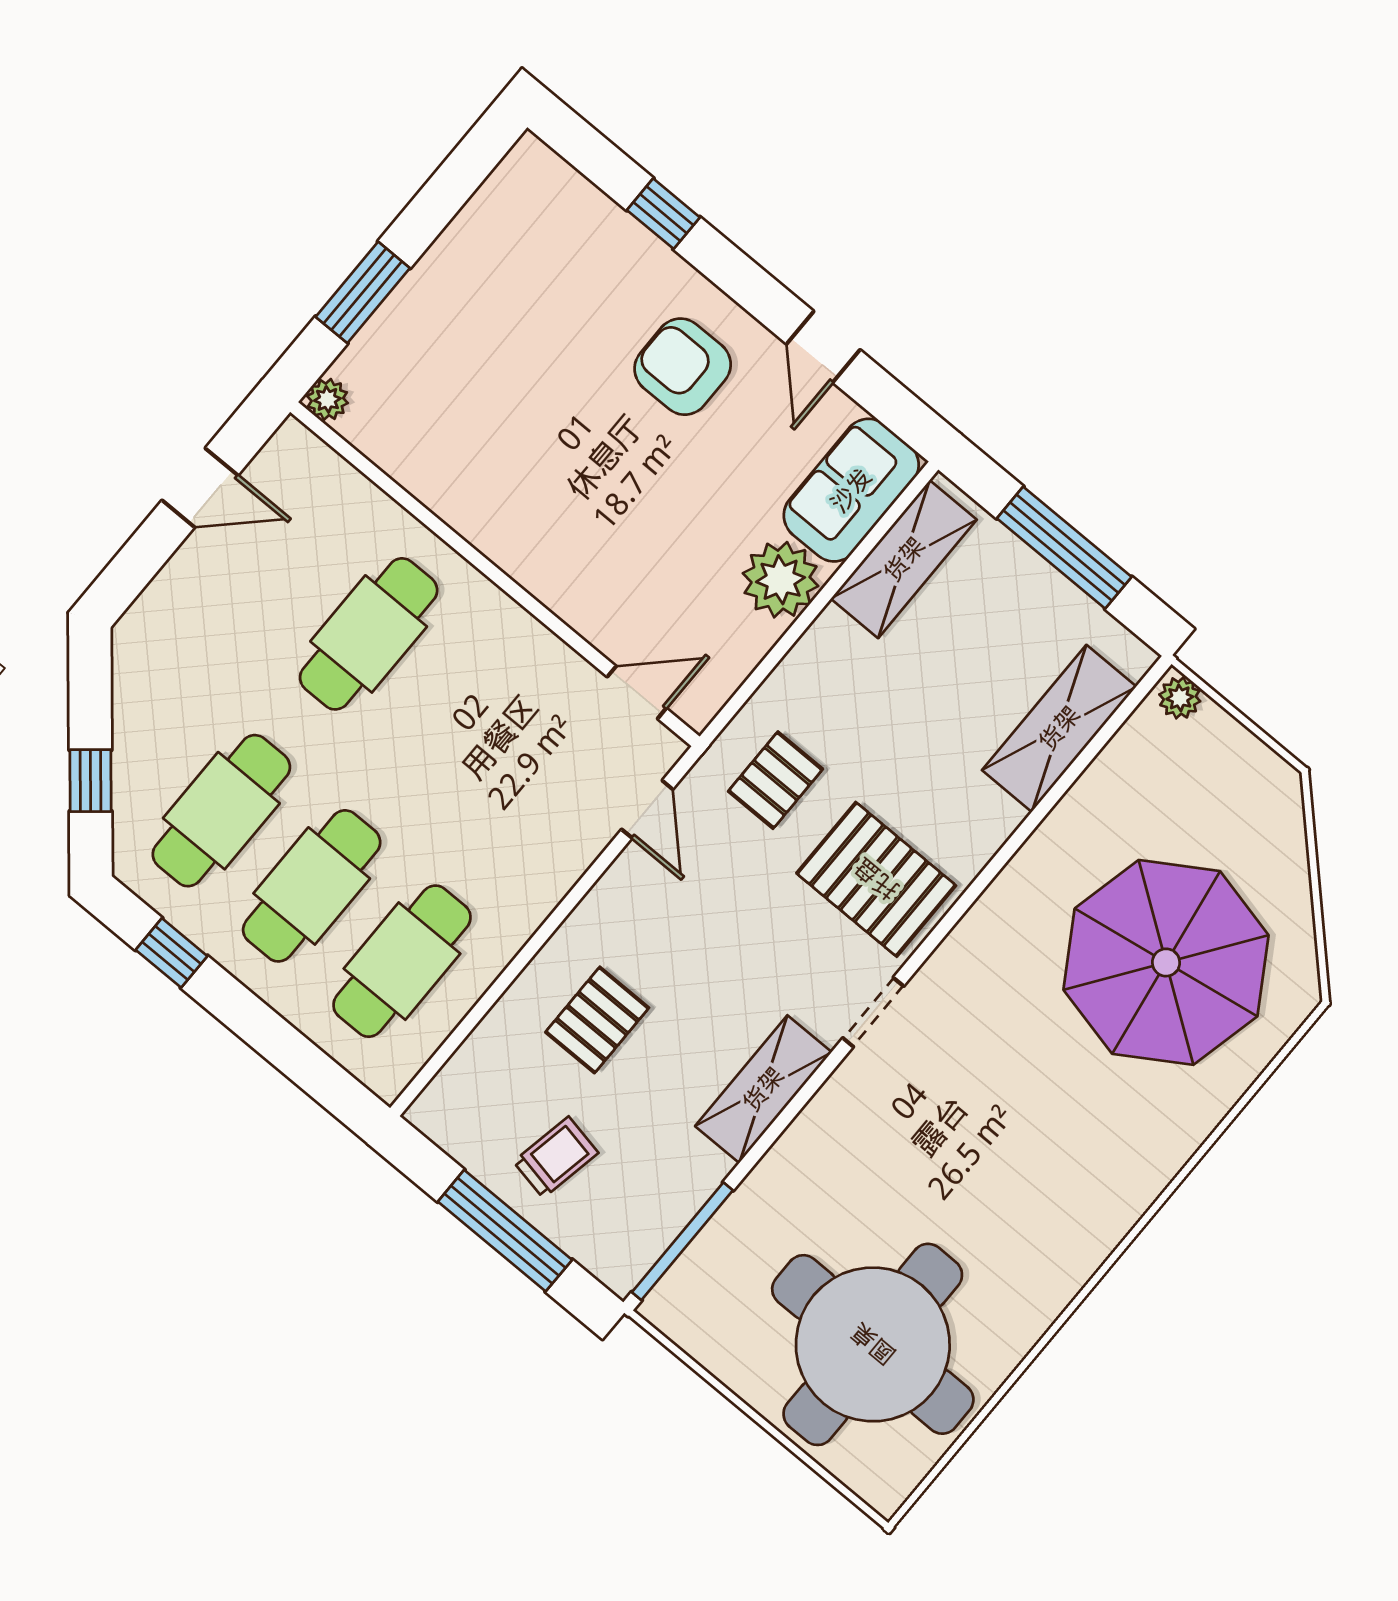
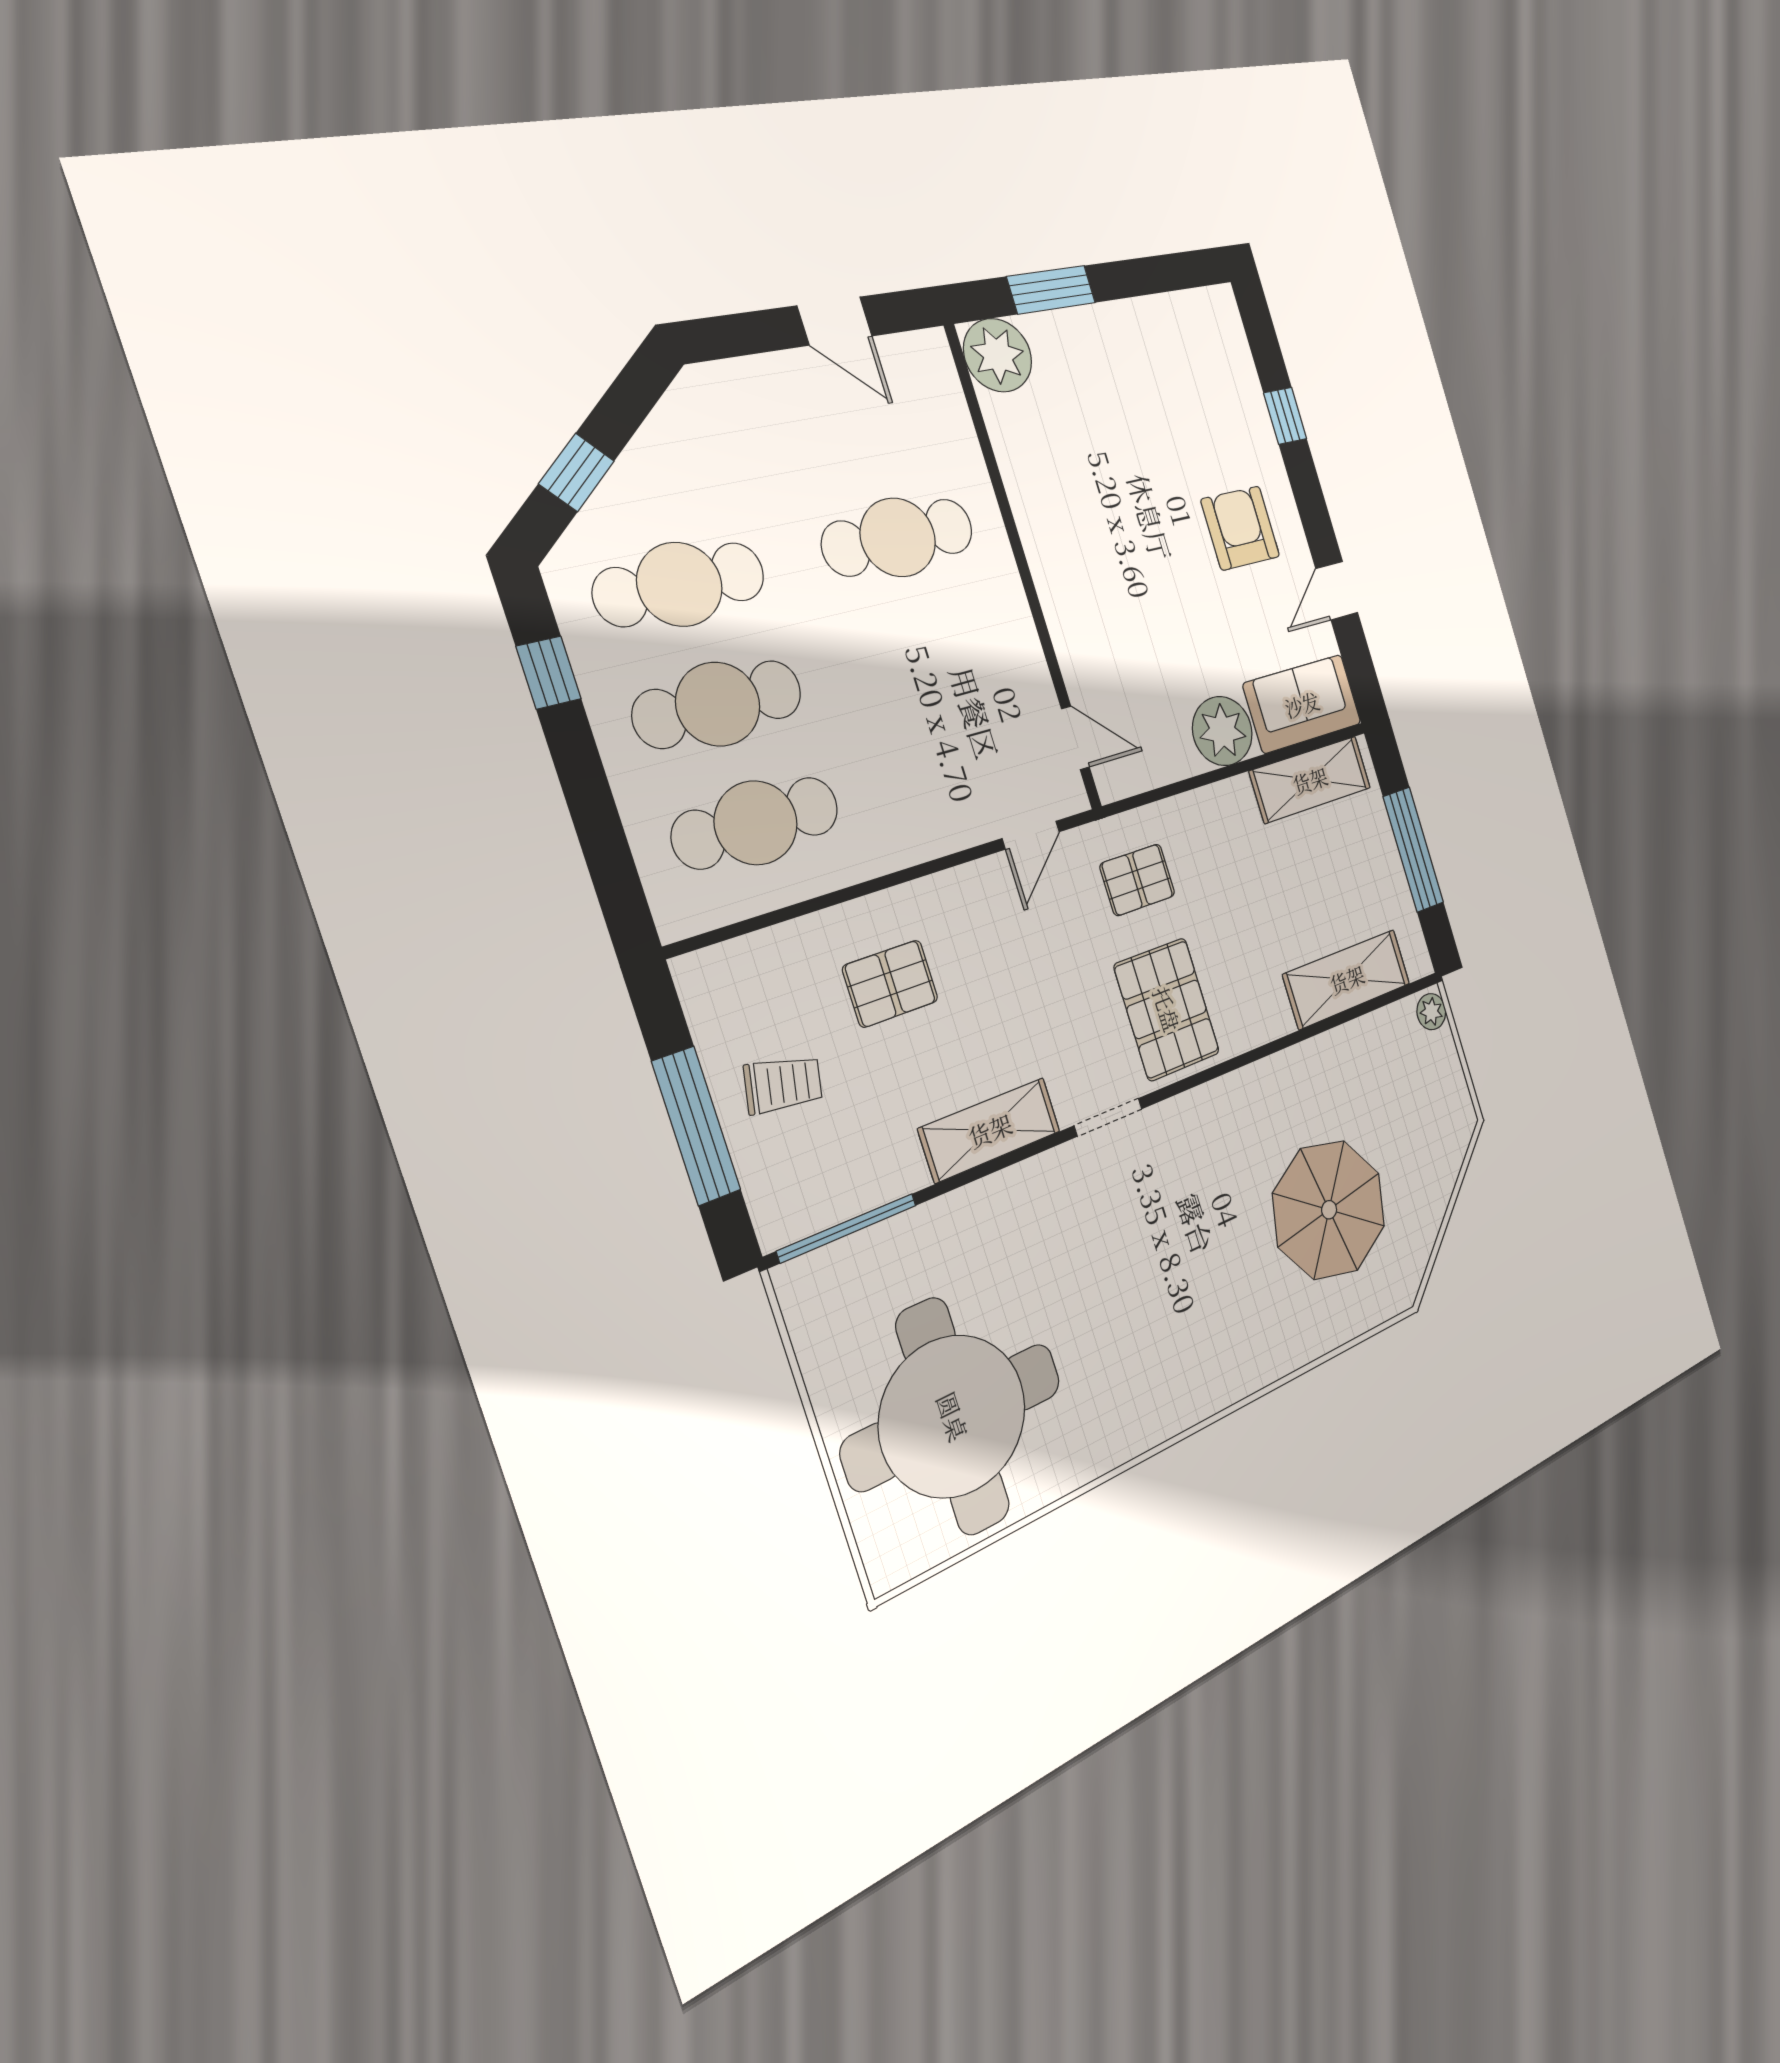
plant: (327, 399) -> (998, 355), width x1.87, depth x1.87
parasol: (1166, 962) -> (1329, 1210), width x0.73, depth x0.73

